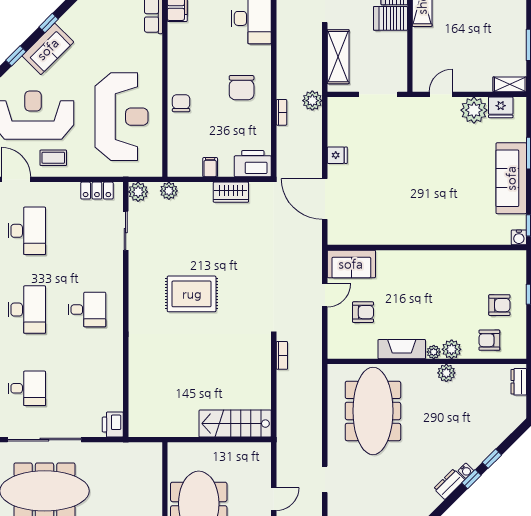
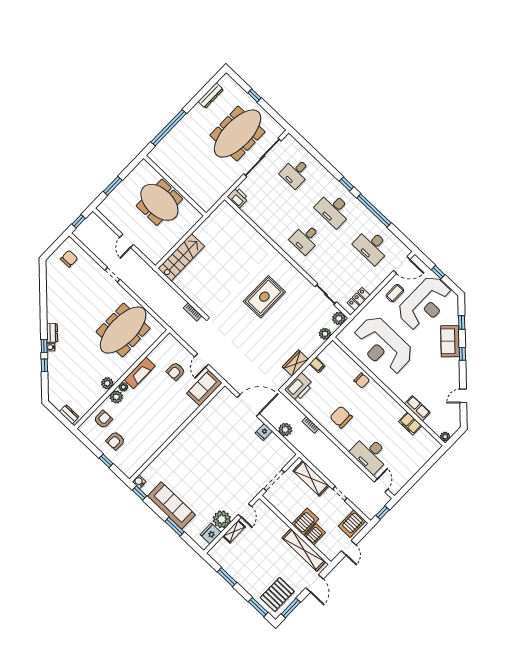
shelving: (510, 84) -> (234, 531), moved
plant: (312, 101) -> (285, 430), moved
meeting table: (373, 411) -> (123, 330), turned 90

